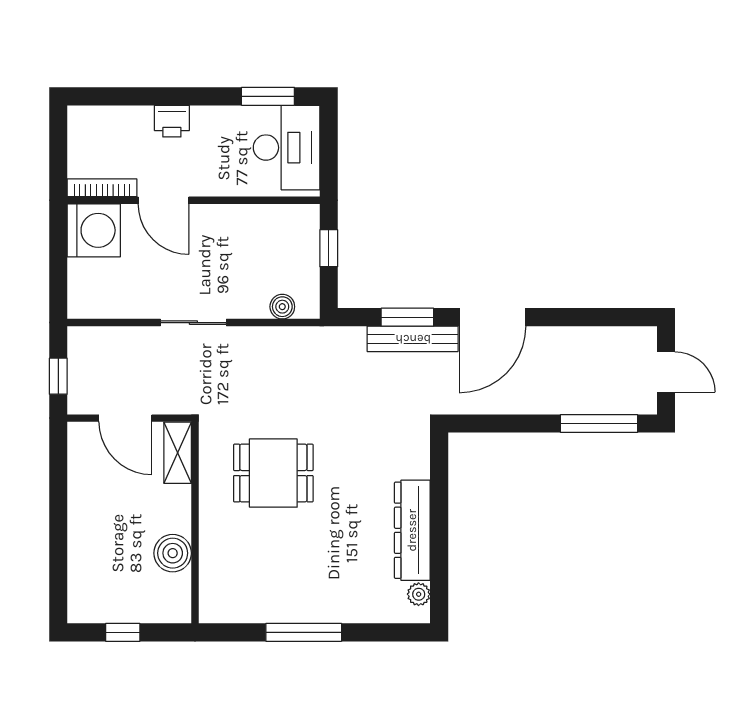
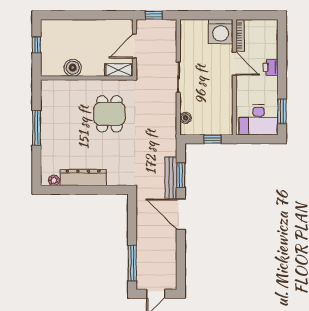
door: (164, 200) -> (234, 64), swing flipped

